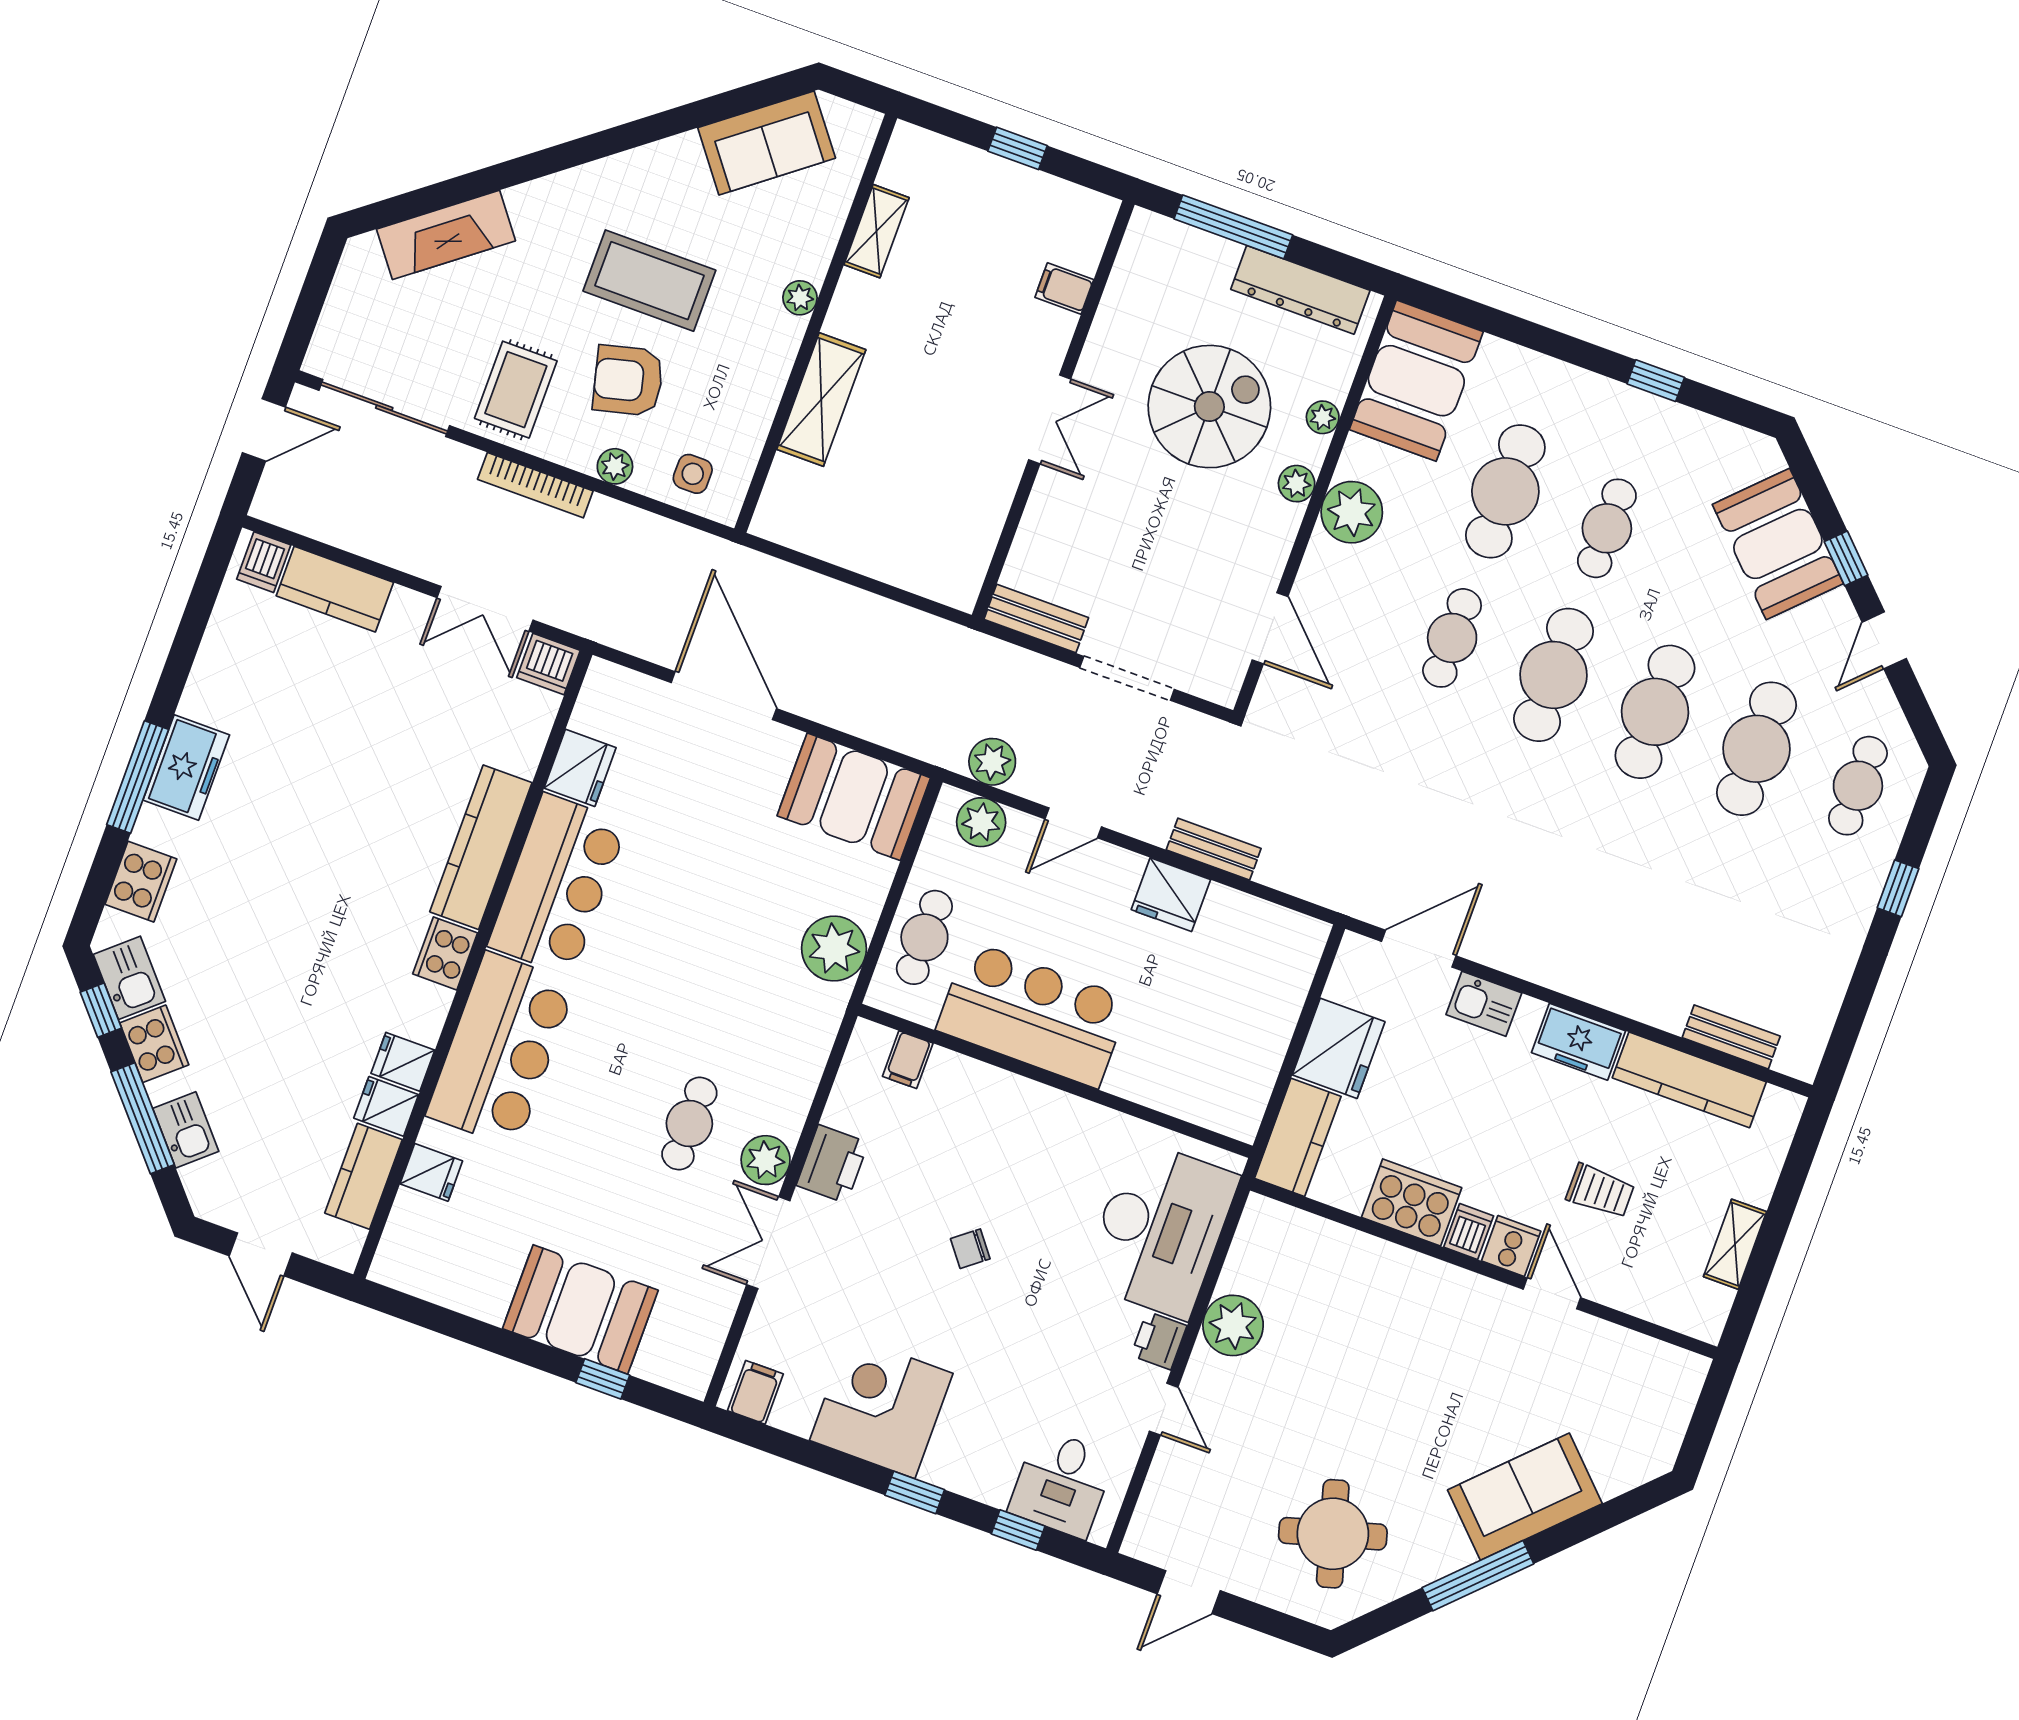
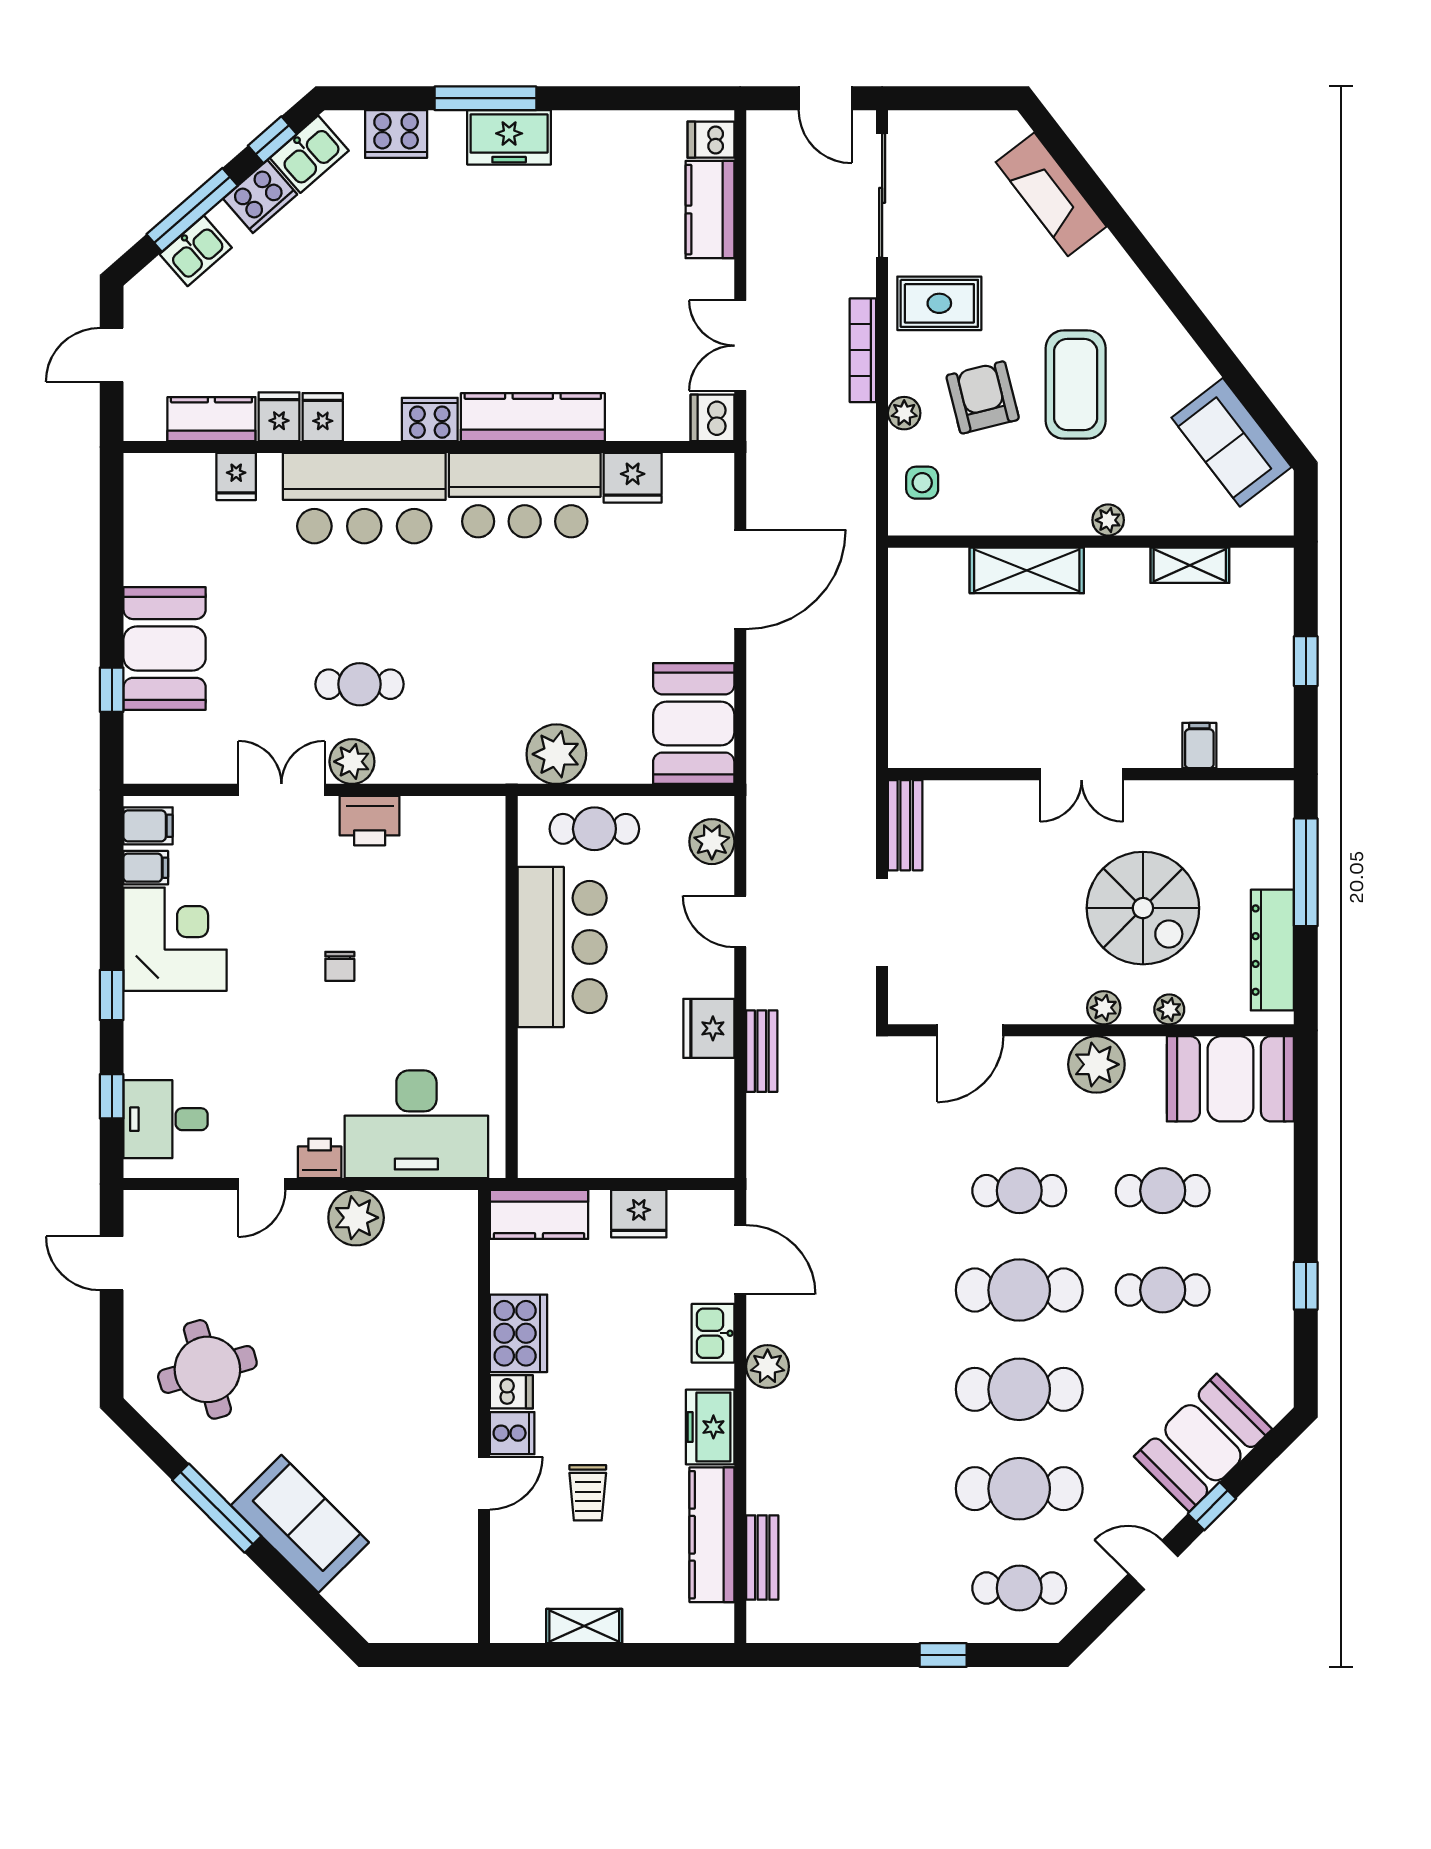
cafe table: (1505, 491) -> (1163, 1191), width x0.73, depth x0.74
plant: (992, 762) -> (768, 1366), moved
fridge: (1339, 1048) -> (639, 1214), width x0.73, depth x0.75
filing cabinet: (908, 1060) -> (146, 868), moved, turned 180
chair: (970, 1249) -> (340, 966), turned -142

